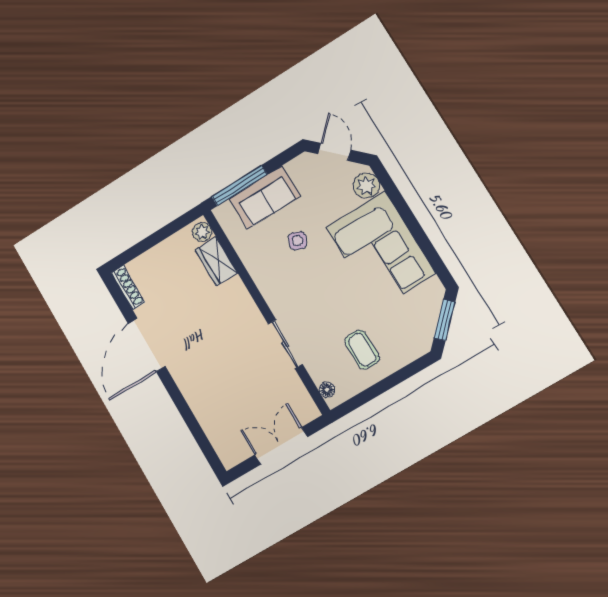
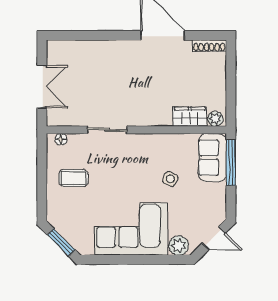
sofa: (265, 197) -> (212, 158), moved

